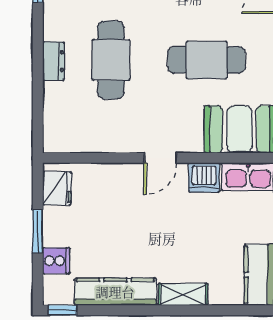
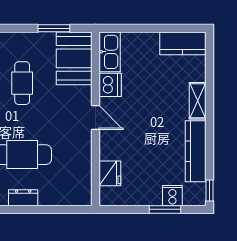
cafe table: (206, 60) -> (22, 83), width x0.73, depth x0.74
fridge: (57, 188) -> (110, 173), moved, turned 90
window: (38, 231) -> (165, 209), moved

